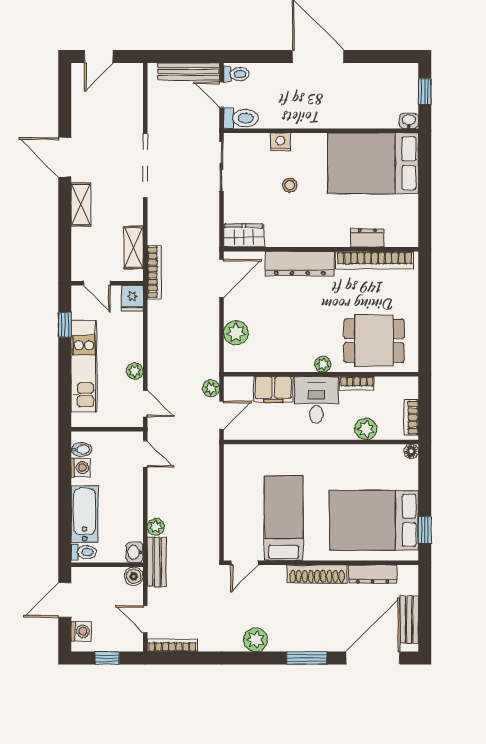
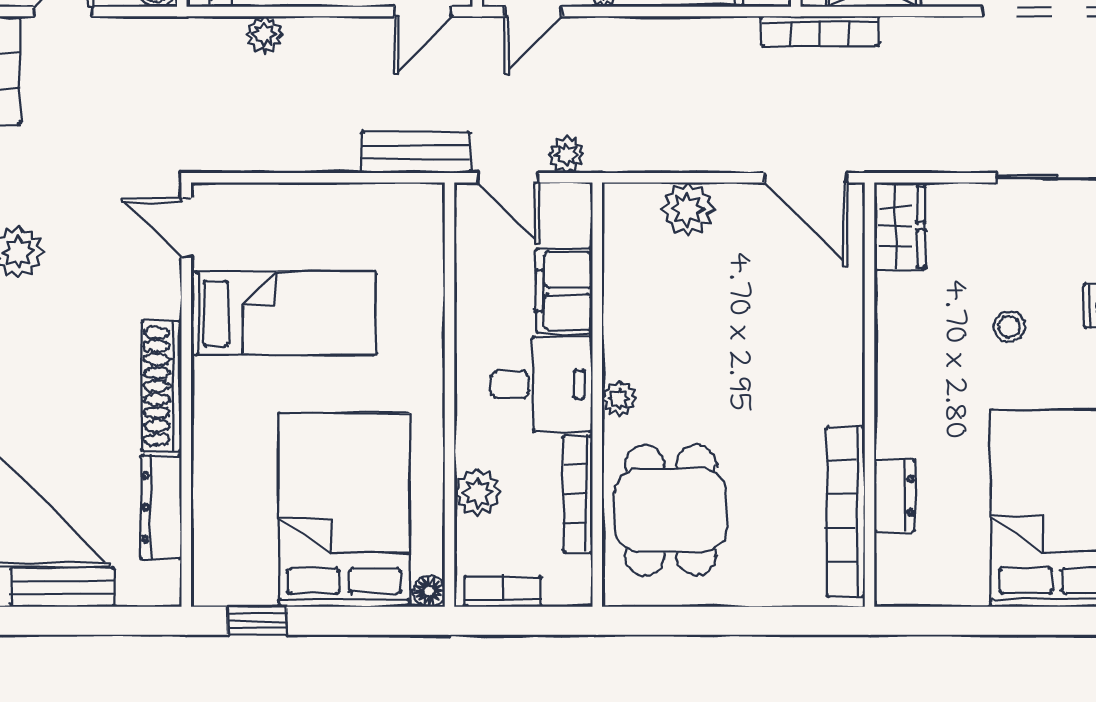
dresser: (300, 264) -> (838, 348), removed
bookcase: (357, 383) -> (578, 494), width x1.56
bed: (374, 520) -> (344, 510), moved
bench: (157, 562) -> (416, 152), moved

